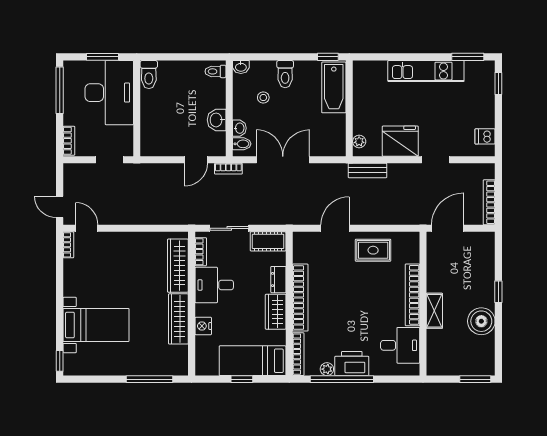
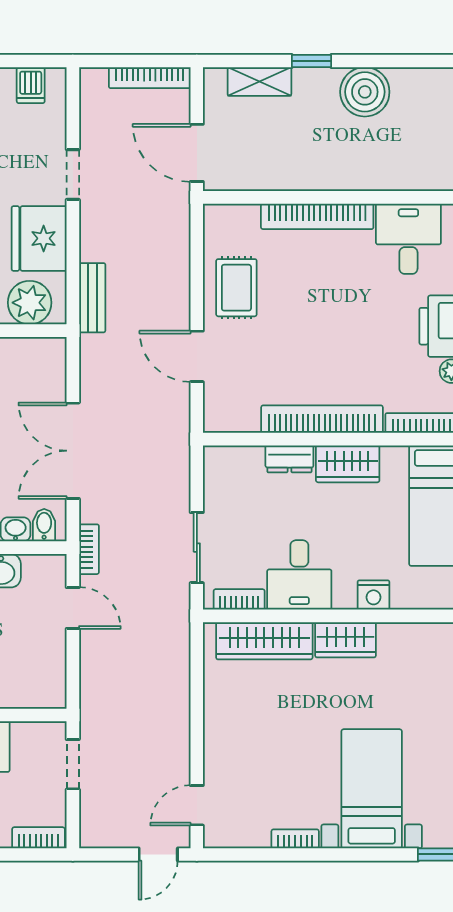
plant: (359, 141) -> (30, 303), width x1.87, depth x1.87
cot: (268, 241) -> (220, 478), removed
bookcase: (68, 245) -> (295, 839), moved
shelving: (434, 311) -> (259, 82), moved
wardrobe: (178, 319) -> (346, 640), width x0.67

